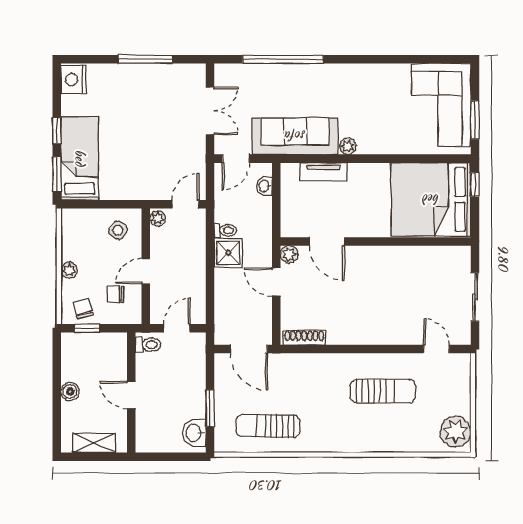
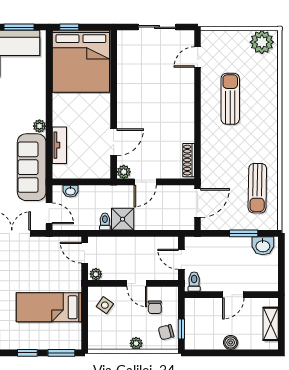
bed: (80, 158) -> (49, 307), moved

